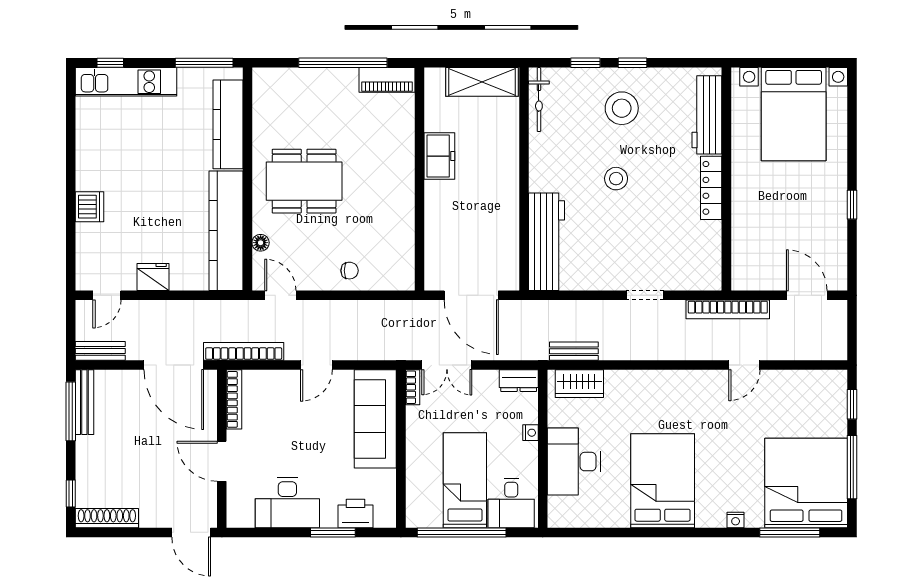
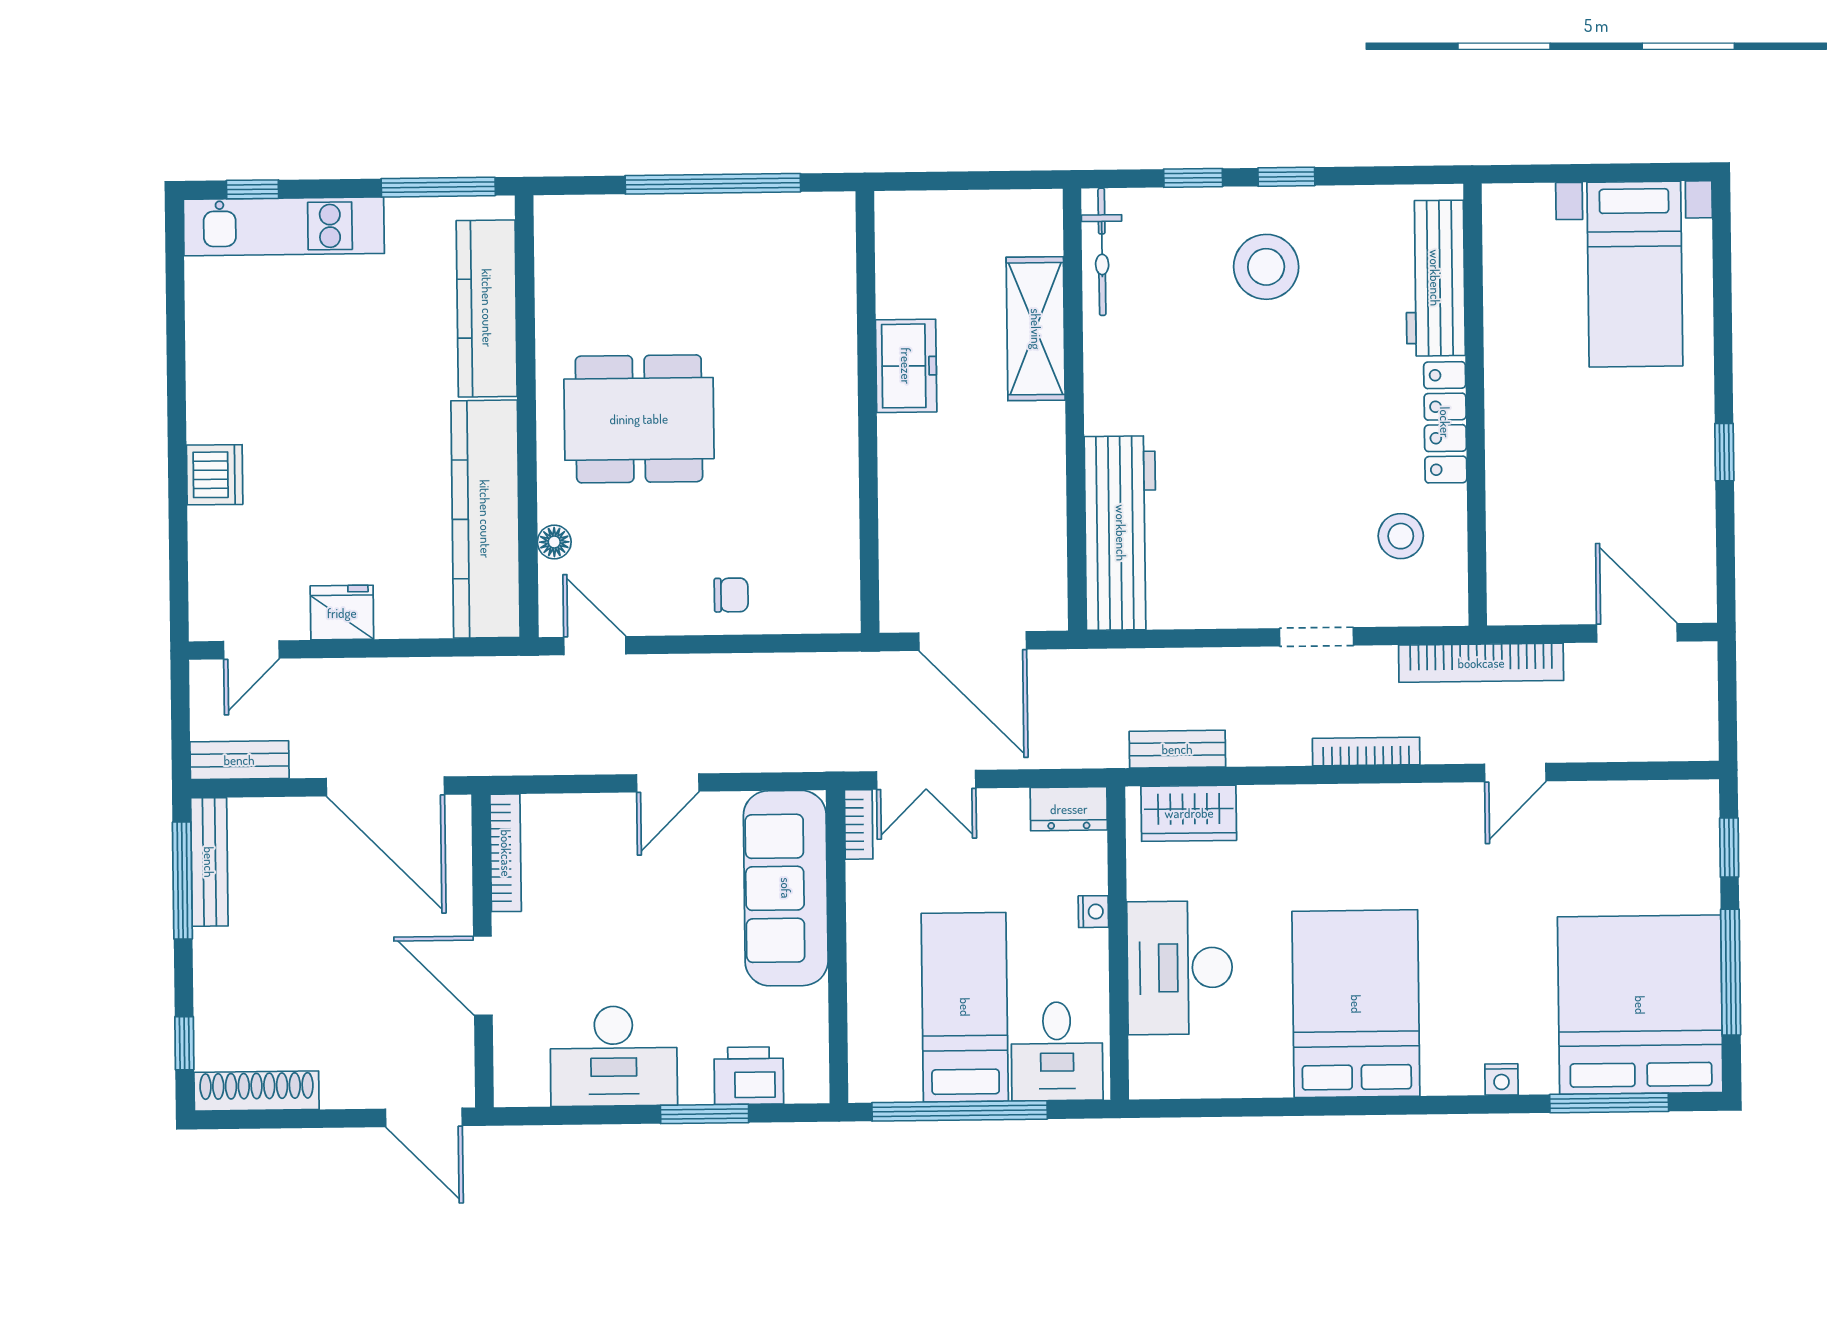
piano: (387, 80) -> (801, 217), removed
shelving: (482, 82) -> (1036, 329), moved, turned 90
bed with nightstands: (794, 114) -> (1635, 274), width x0.73
stool: (616, 179) -> (1401, 536), moved
bookcase: (244, 351) -> (1366, 751), moved, width x0.68, depth x0.76

